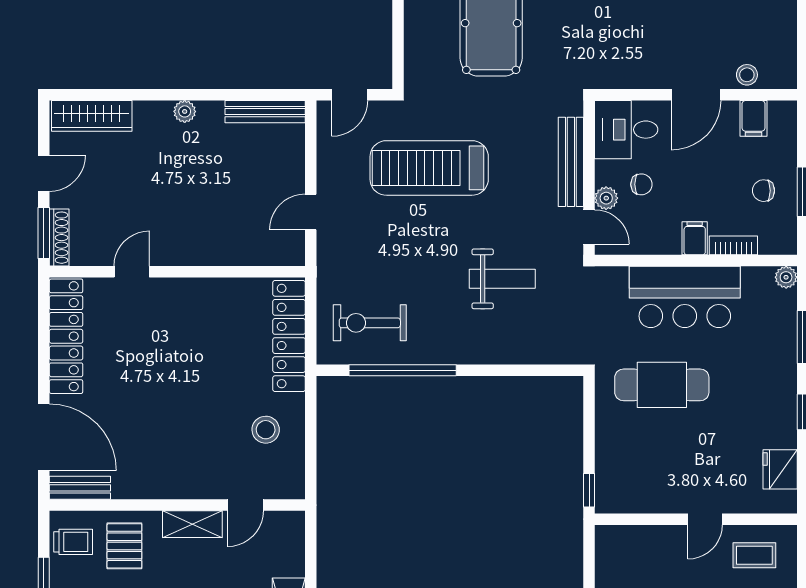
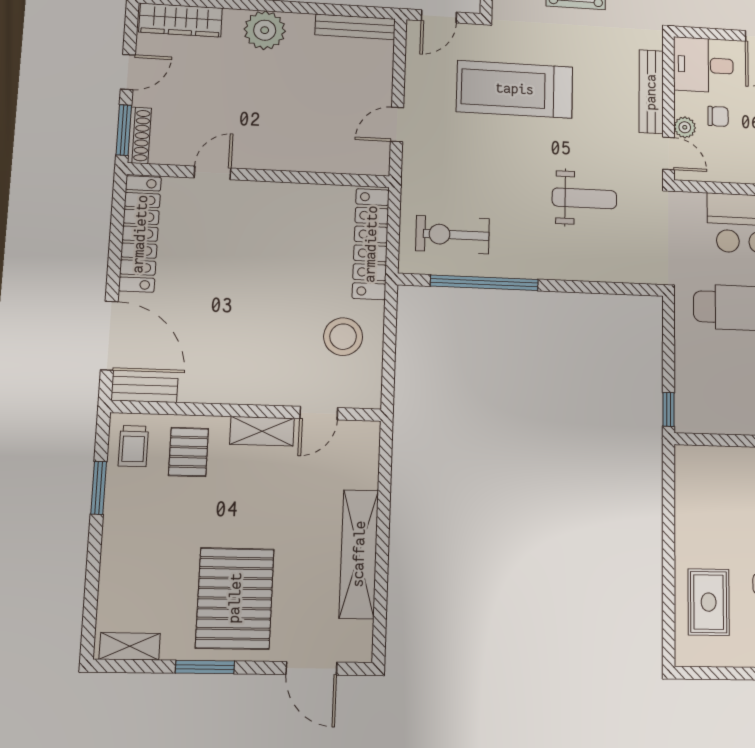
plant: (185, 111) -> (265, 30), width x1.88, depth x1.88
stool: (266, 430) -> (343, 337), width x1.38, depth x1.38
trolley: (73, 542) -> (133, 446), turned 90

